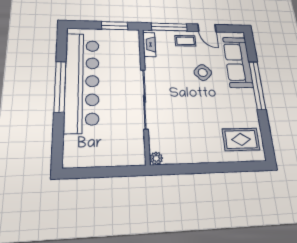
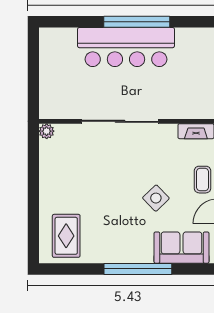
sofa: (238, 62) -> (181, 248), width x0.73
bar counter: (82, 81) -> (126, 47), width x0.73

